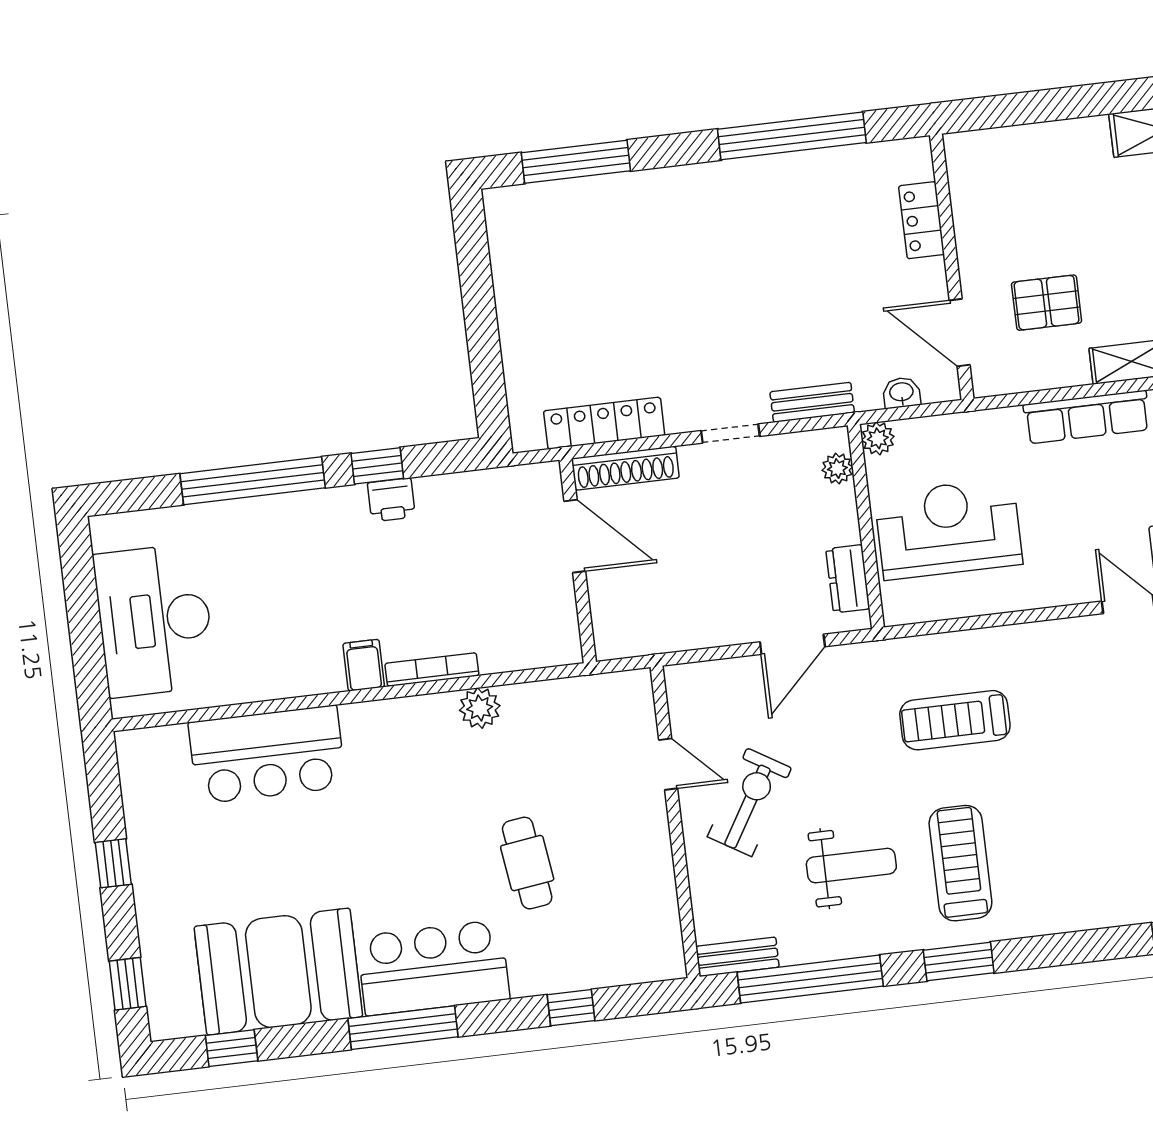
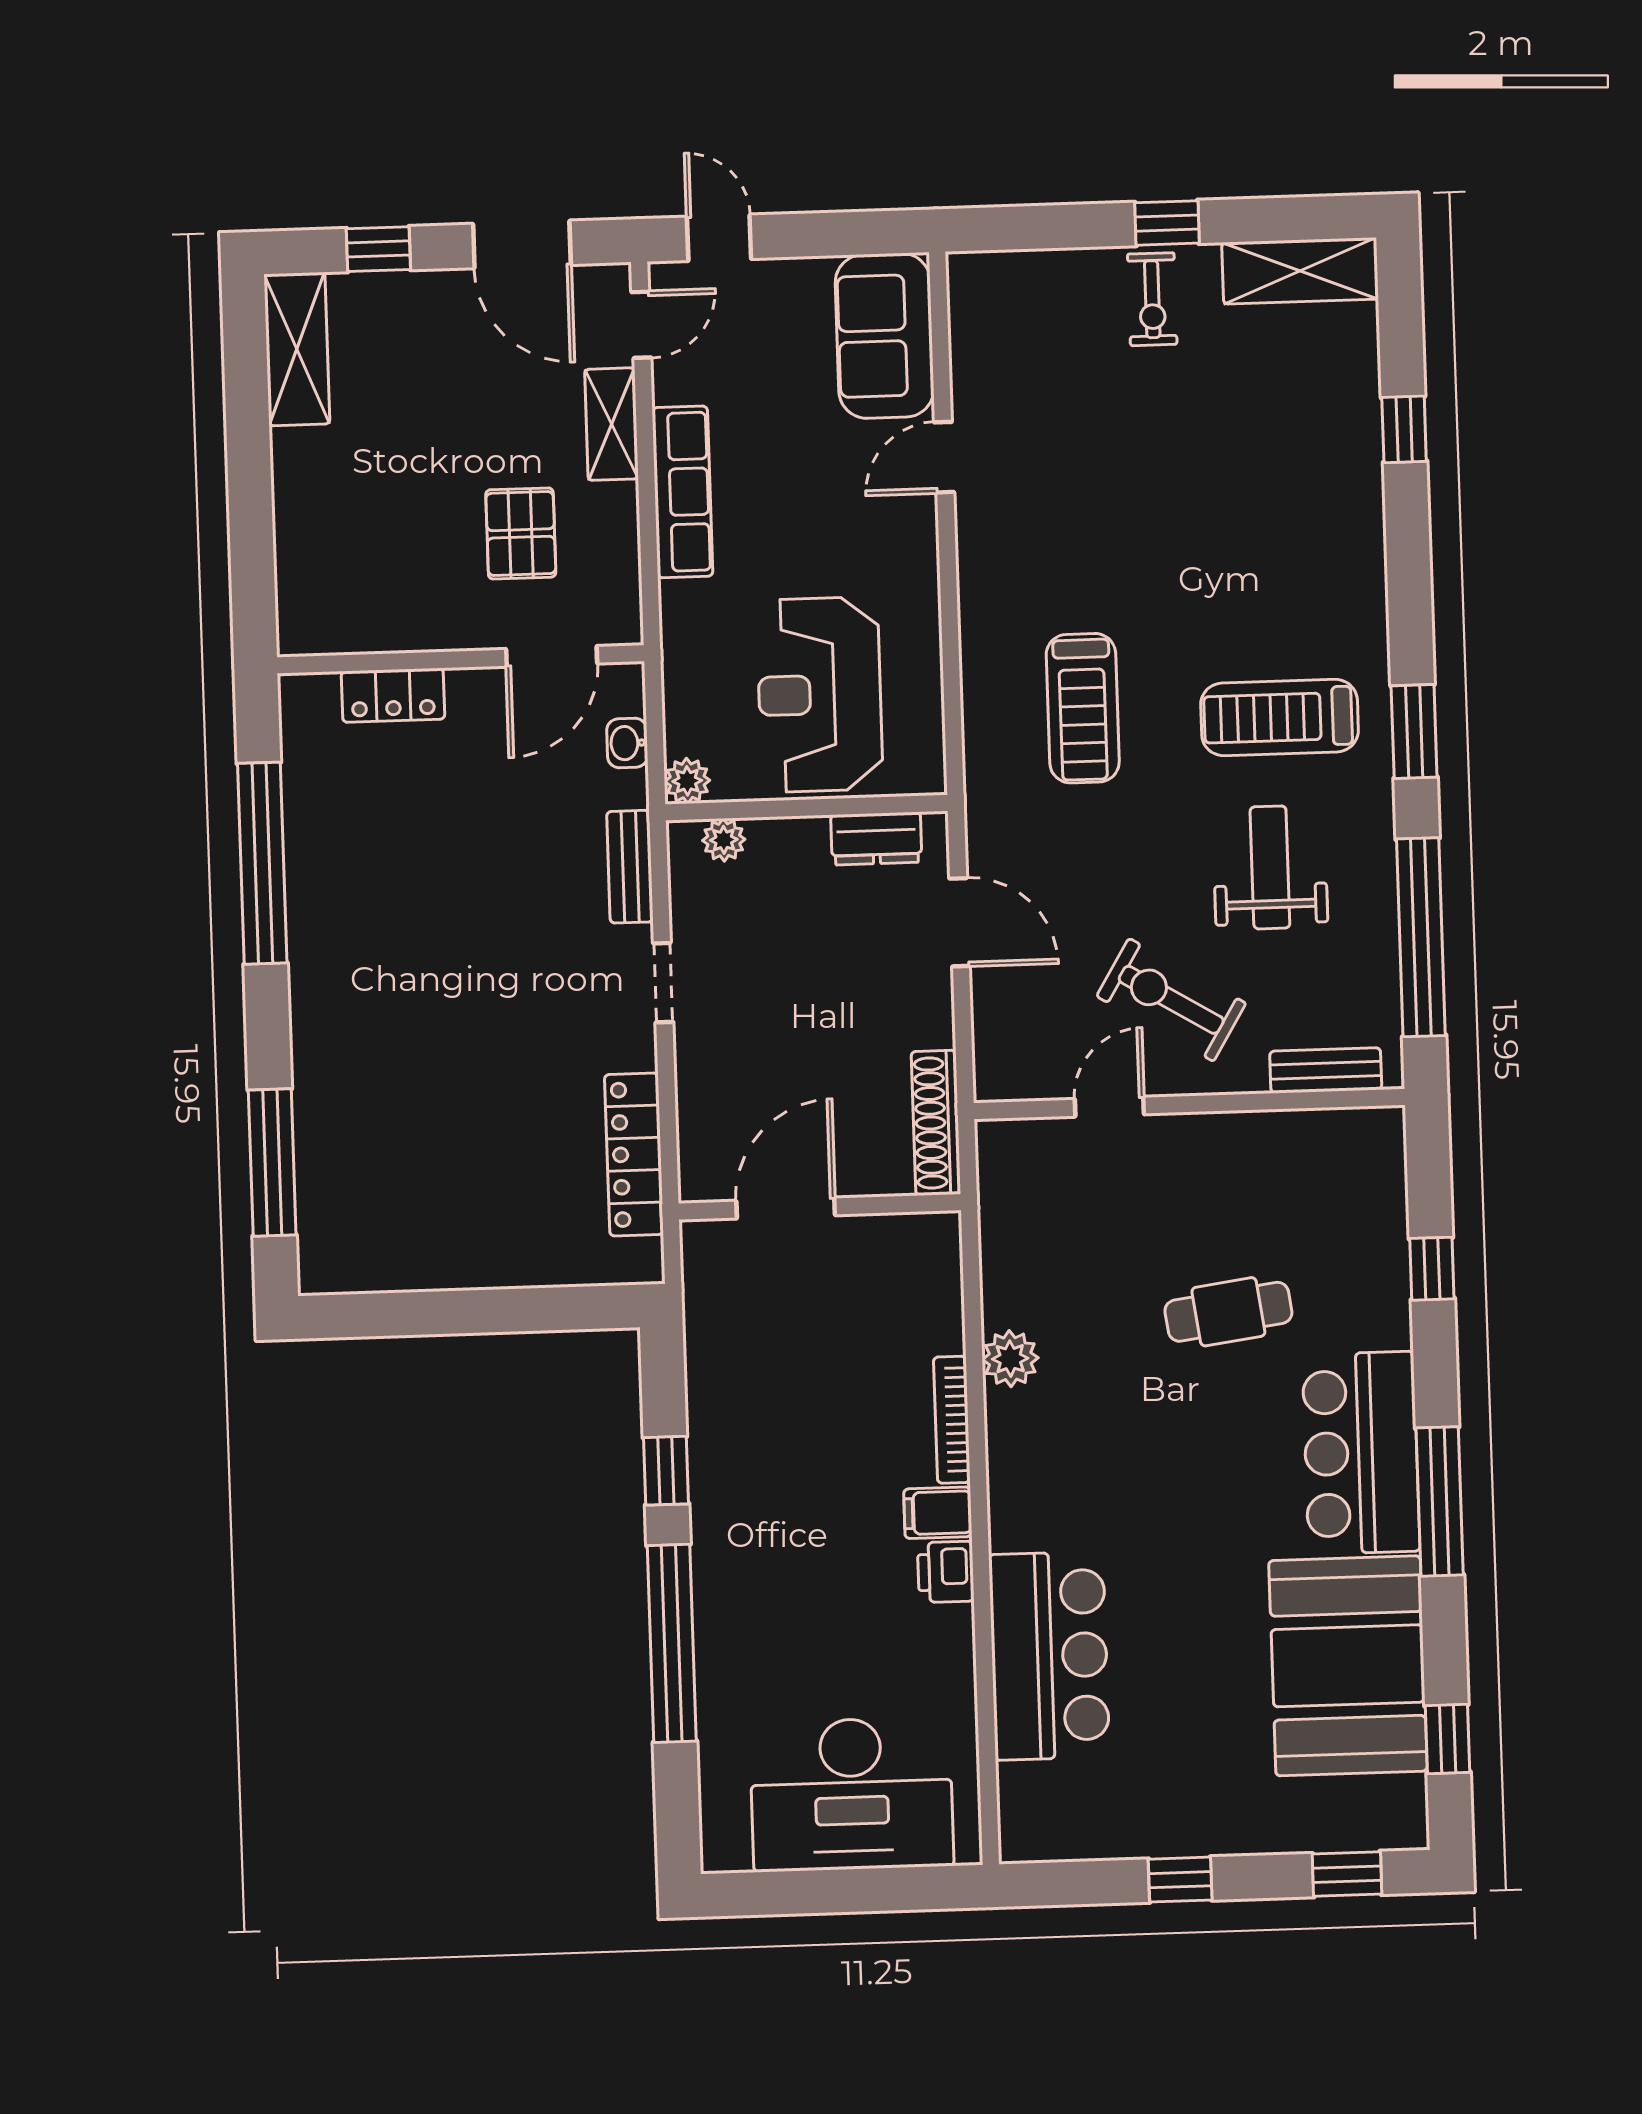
shoe rack: (625, 468) -> (936, 1123), moved, turned 180
printer: (391, 500) -> (946, 1572), moved, turned 180
bench: (737, 957) -> (1326, 1070), moved, turned 90

